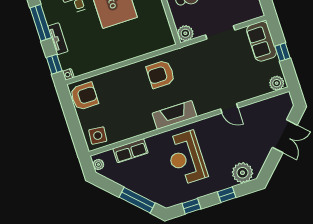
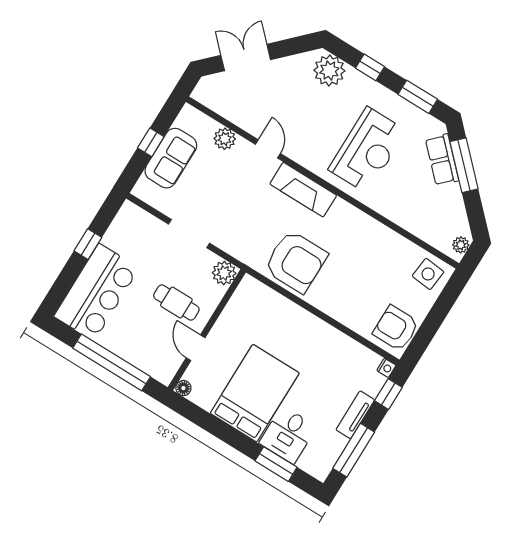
sofa: (262, 41) -> (171, 158), moved
armchair: (161, 74) -> (296, 262), width x1.36, depth x1.36
plant: (277, 83) -> (225, 139), moved
fireplace: (175, 115) -> (303, 190), moved
row of seats: (131, 151) -> (442, 160), moved, turned -135
window: (191, 206) -> (418, 97), width x1.50

